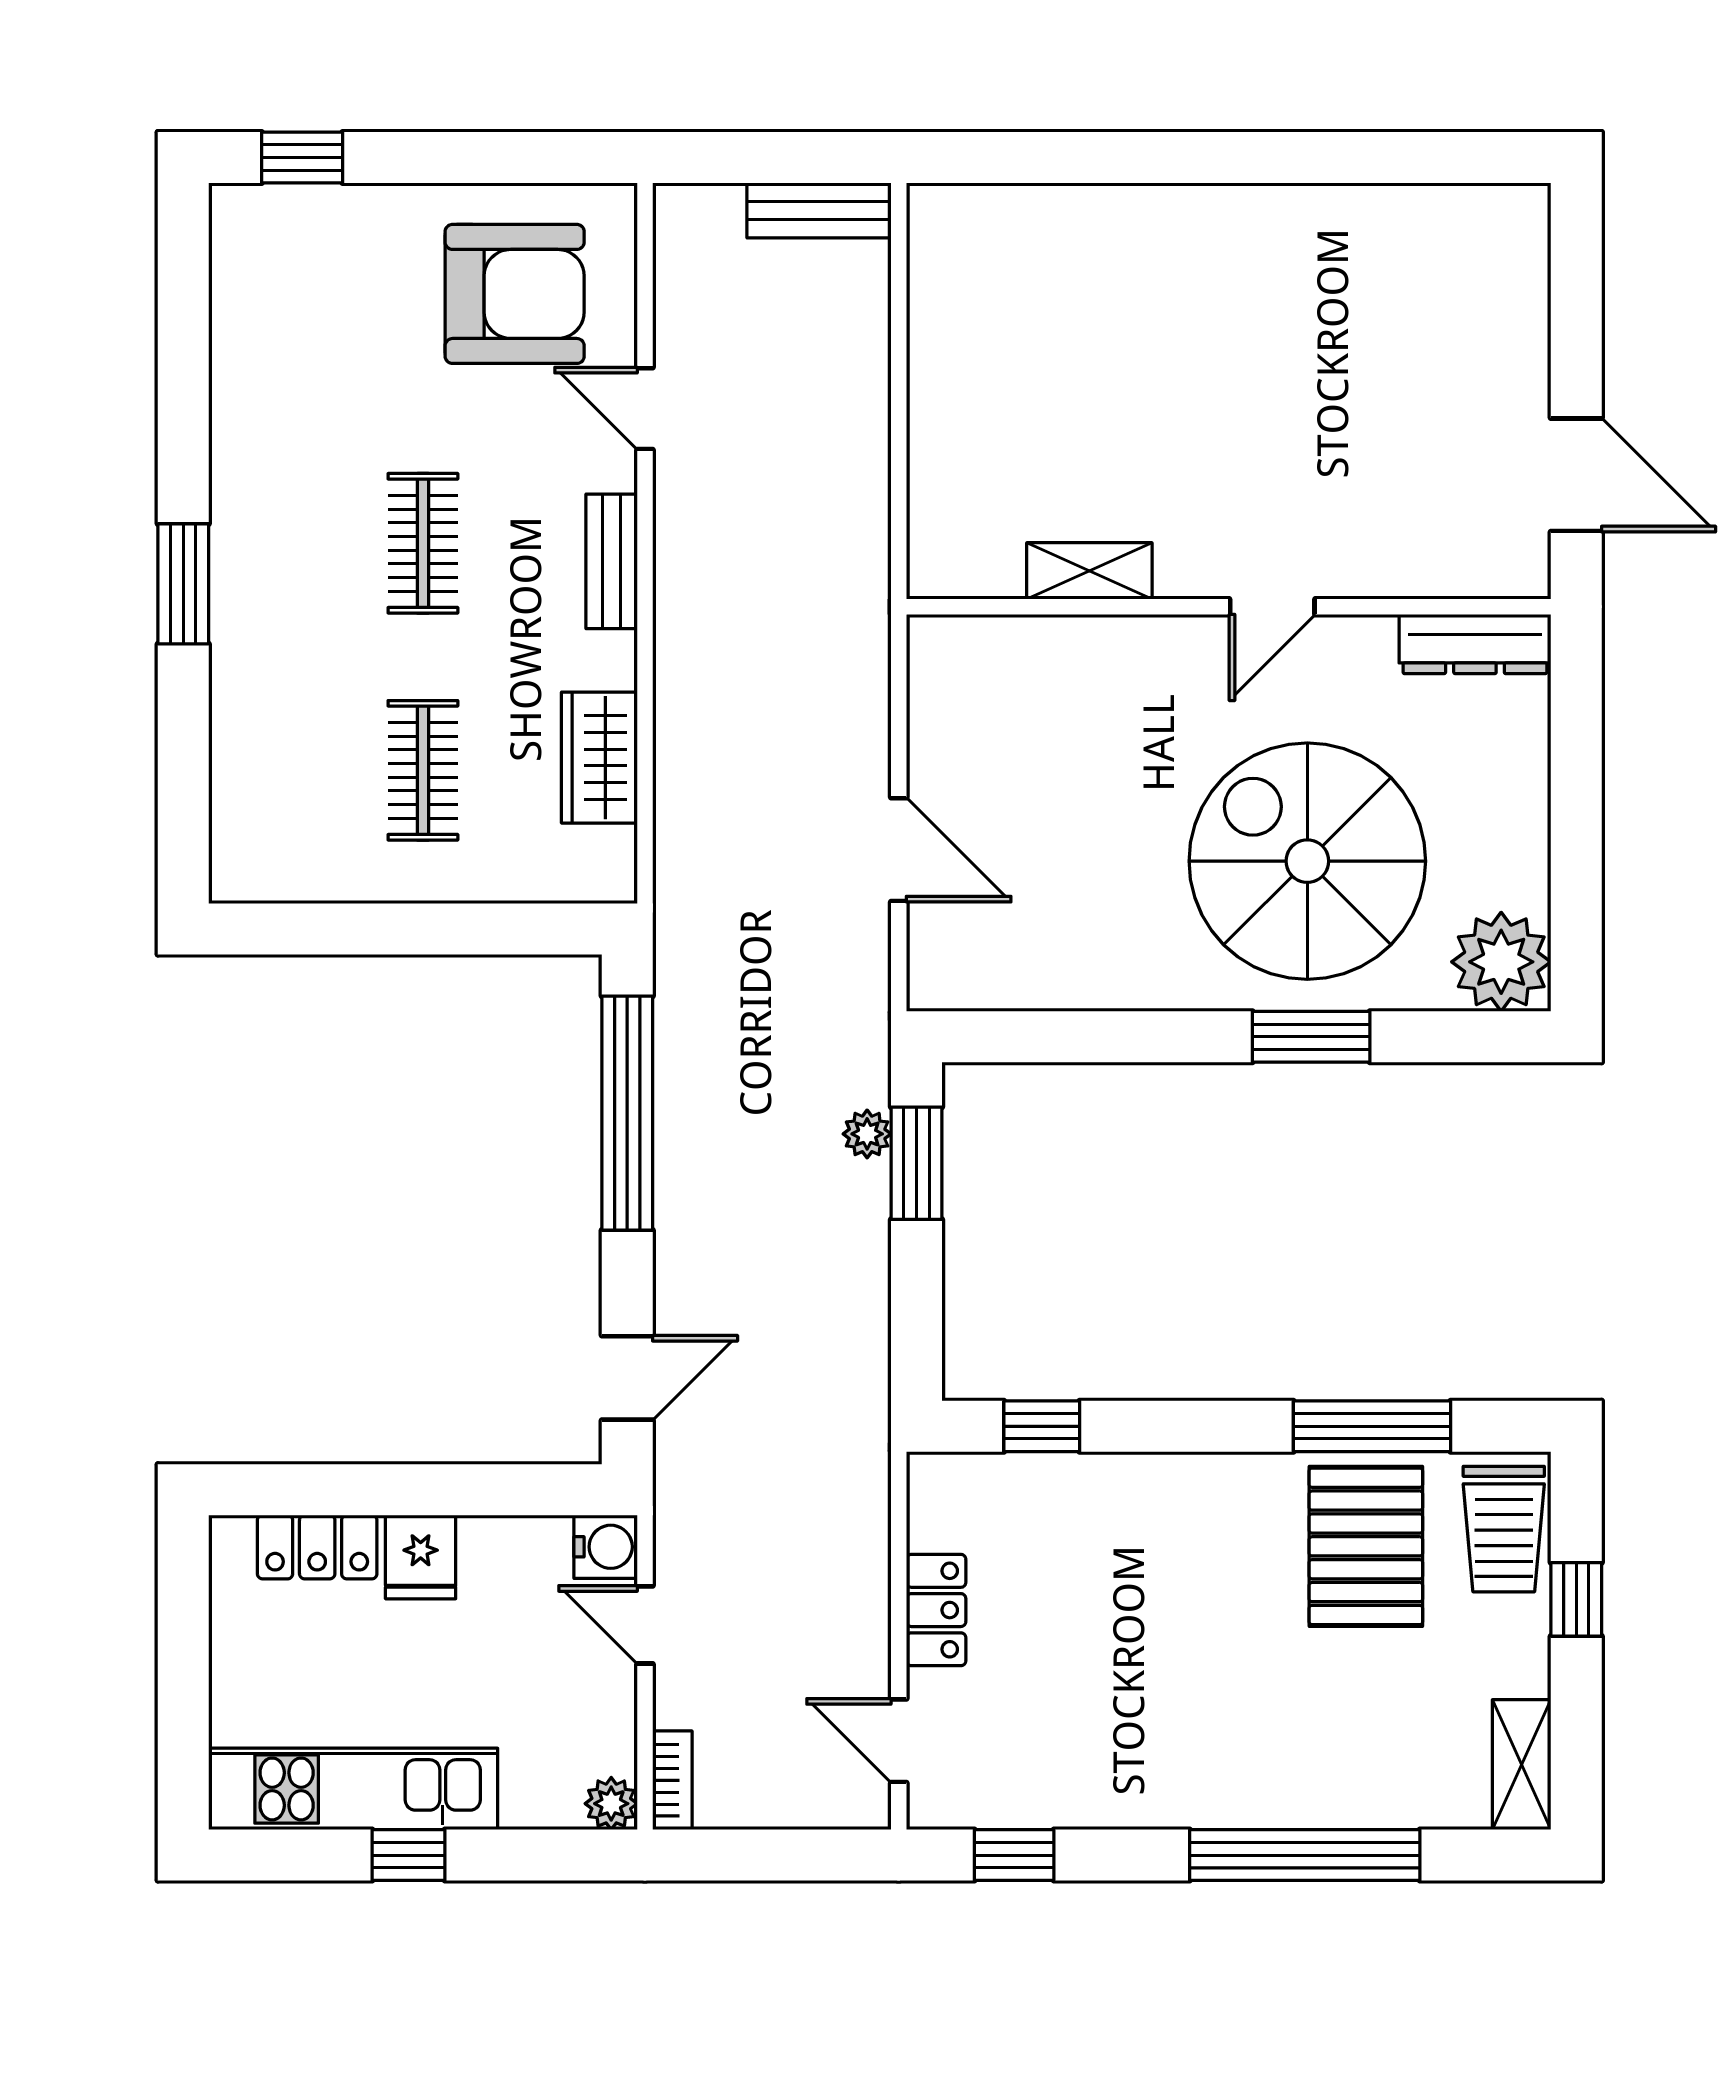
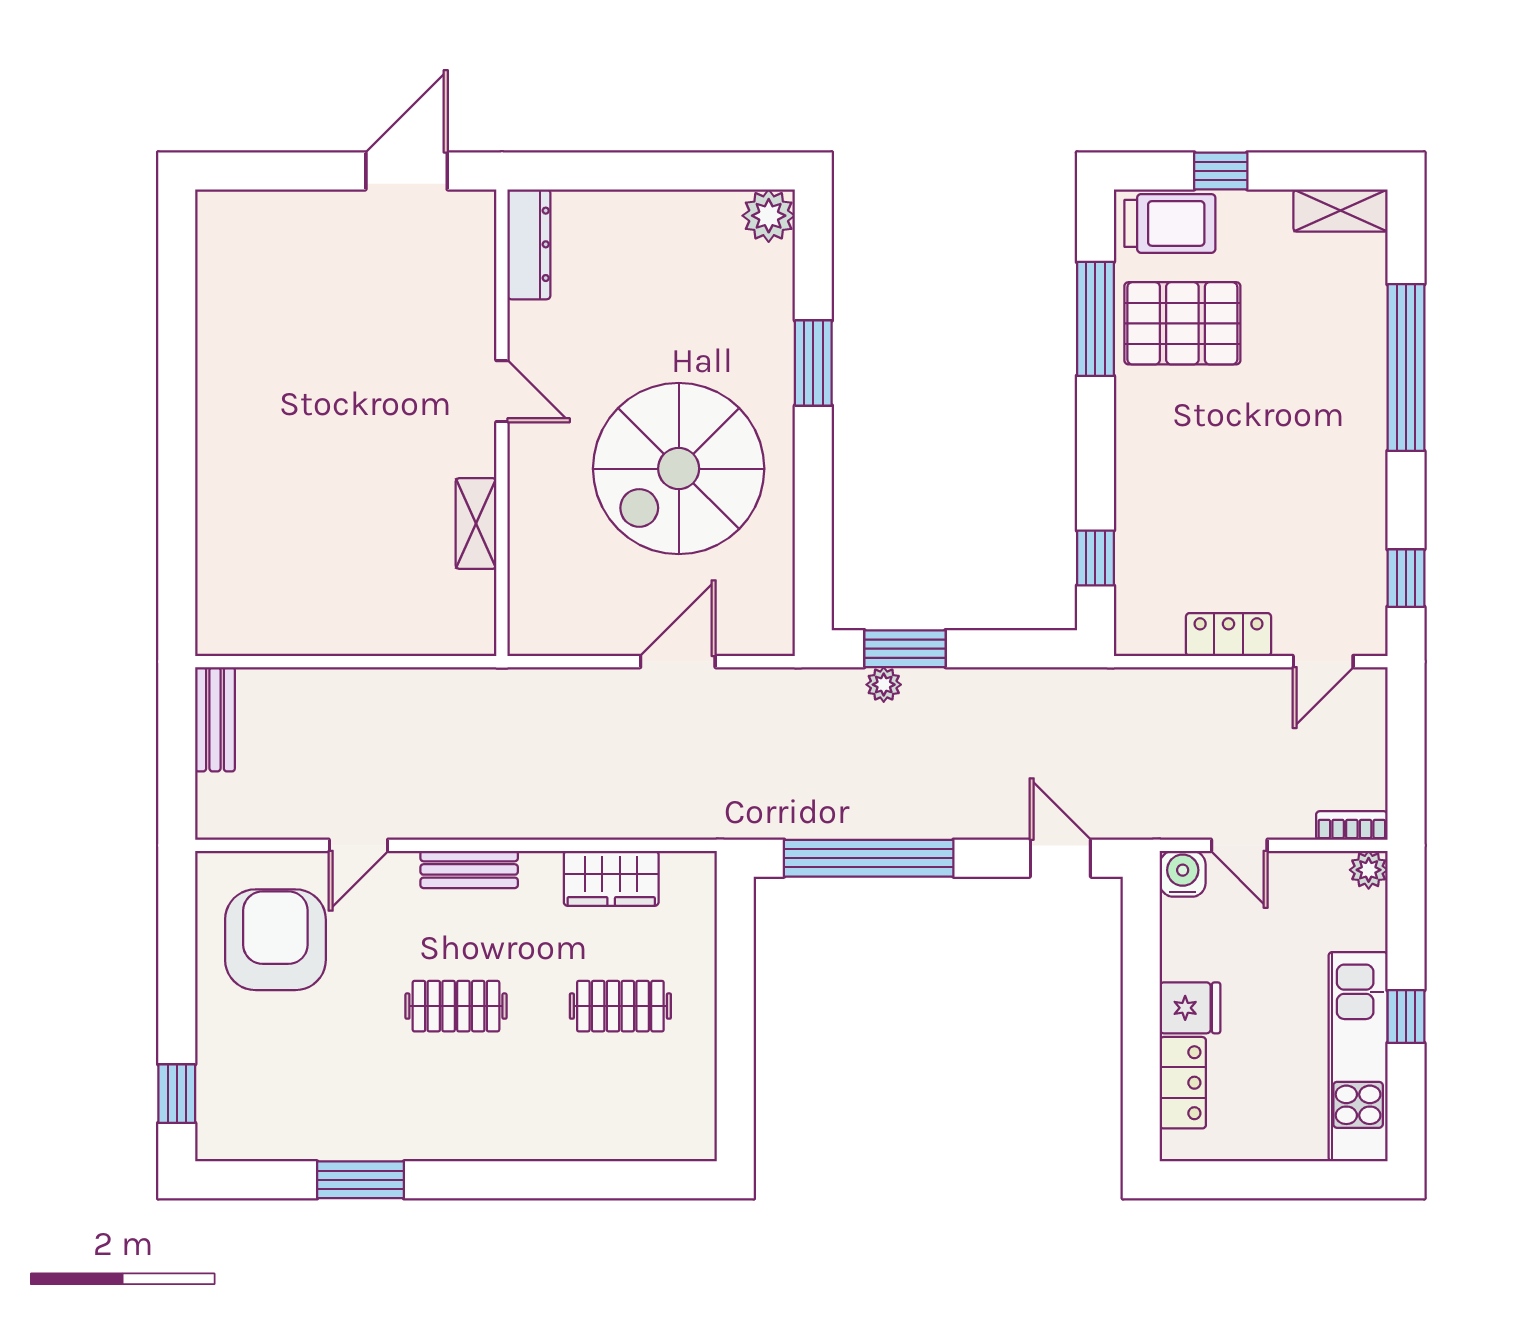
window: (183, 584) -> (361, 1180), moved
spiral stairs: (1307, 861) -> (679, 469), moved
plant: (1501, 962) -> (769, 216), width x0.73, depth x0.73
door: (645, 1625) -> (1239, 845), hinge flipped

